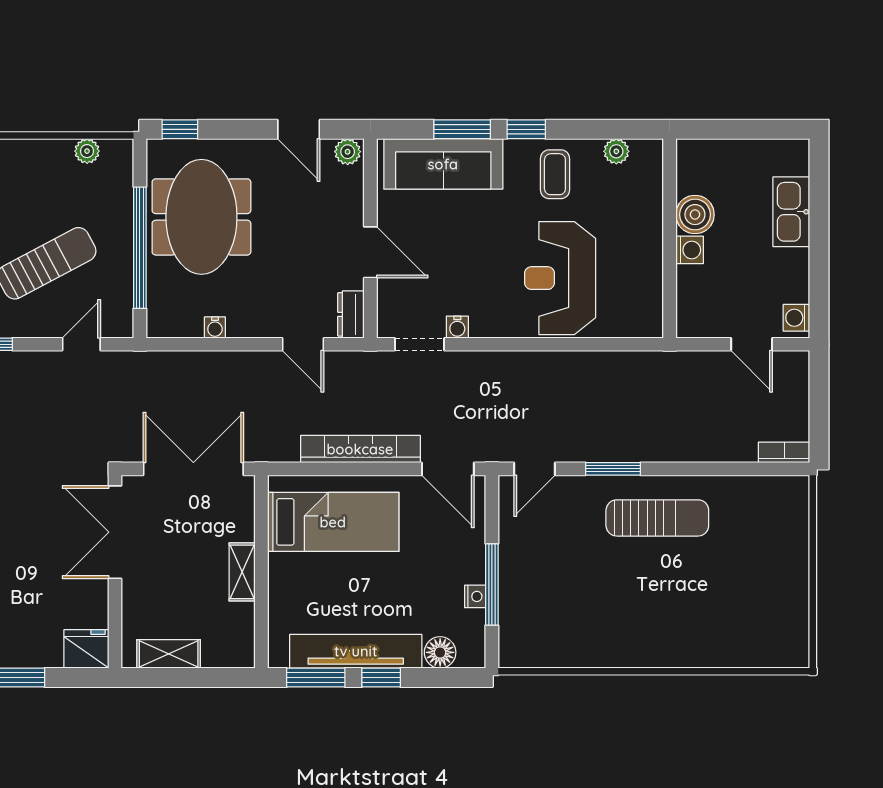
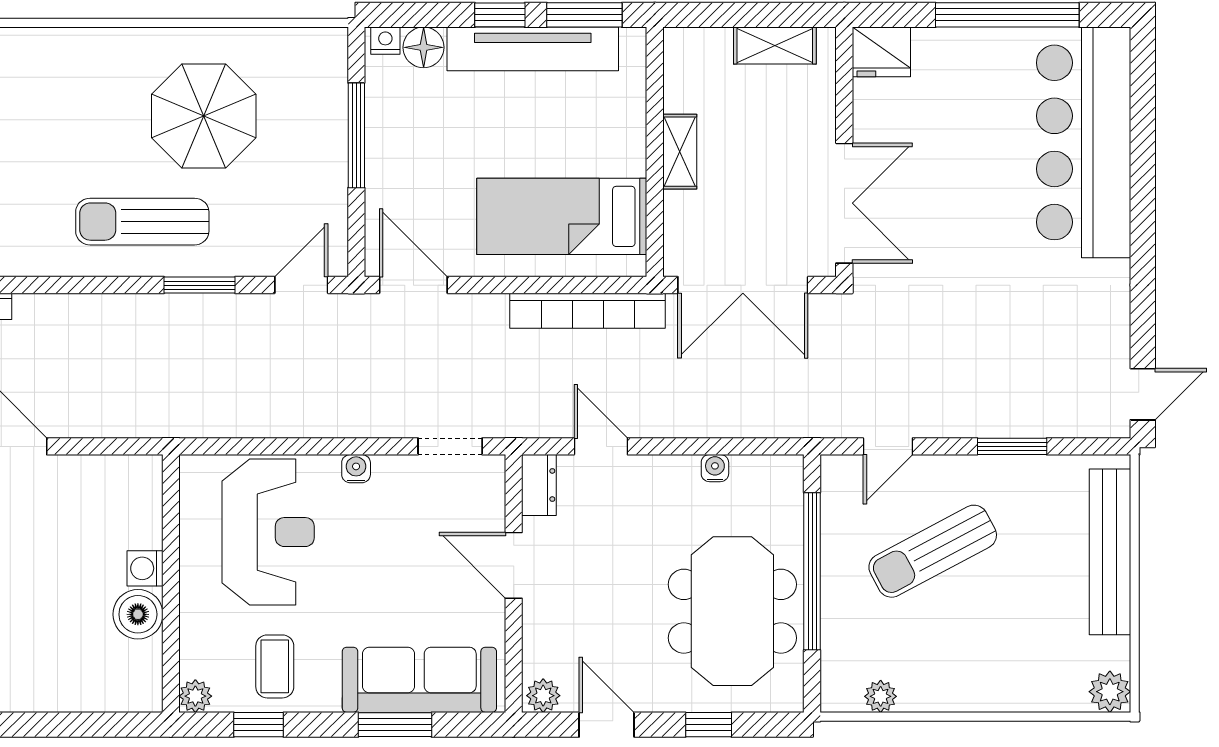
window: (180, 129) -> (709, 725), moved
window: (526, 129) -> (259, 725), moved
boiler: (695, 215) -> (138, 614), moved
wall: (670, 238) -> (171, 583), moved
washing machine: (690, 250) -> (145, 568), moved
water cooler: (457, 327) -> (356, 469), moved
bookcase: (360, 449) -> (588, 311), moved
nightstand: (475, 596) -> (385, 41), moved, turned 90
parasol: (610, 599) -> (204, 116), added

